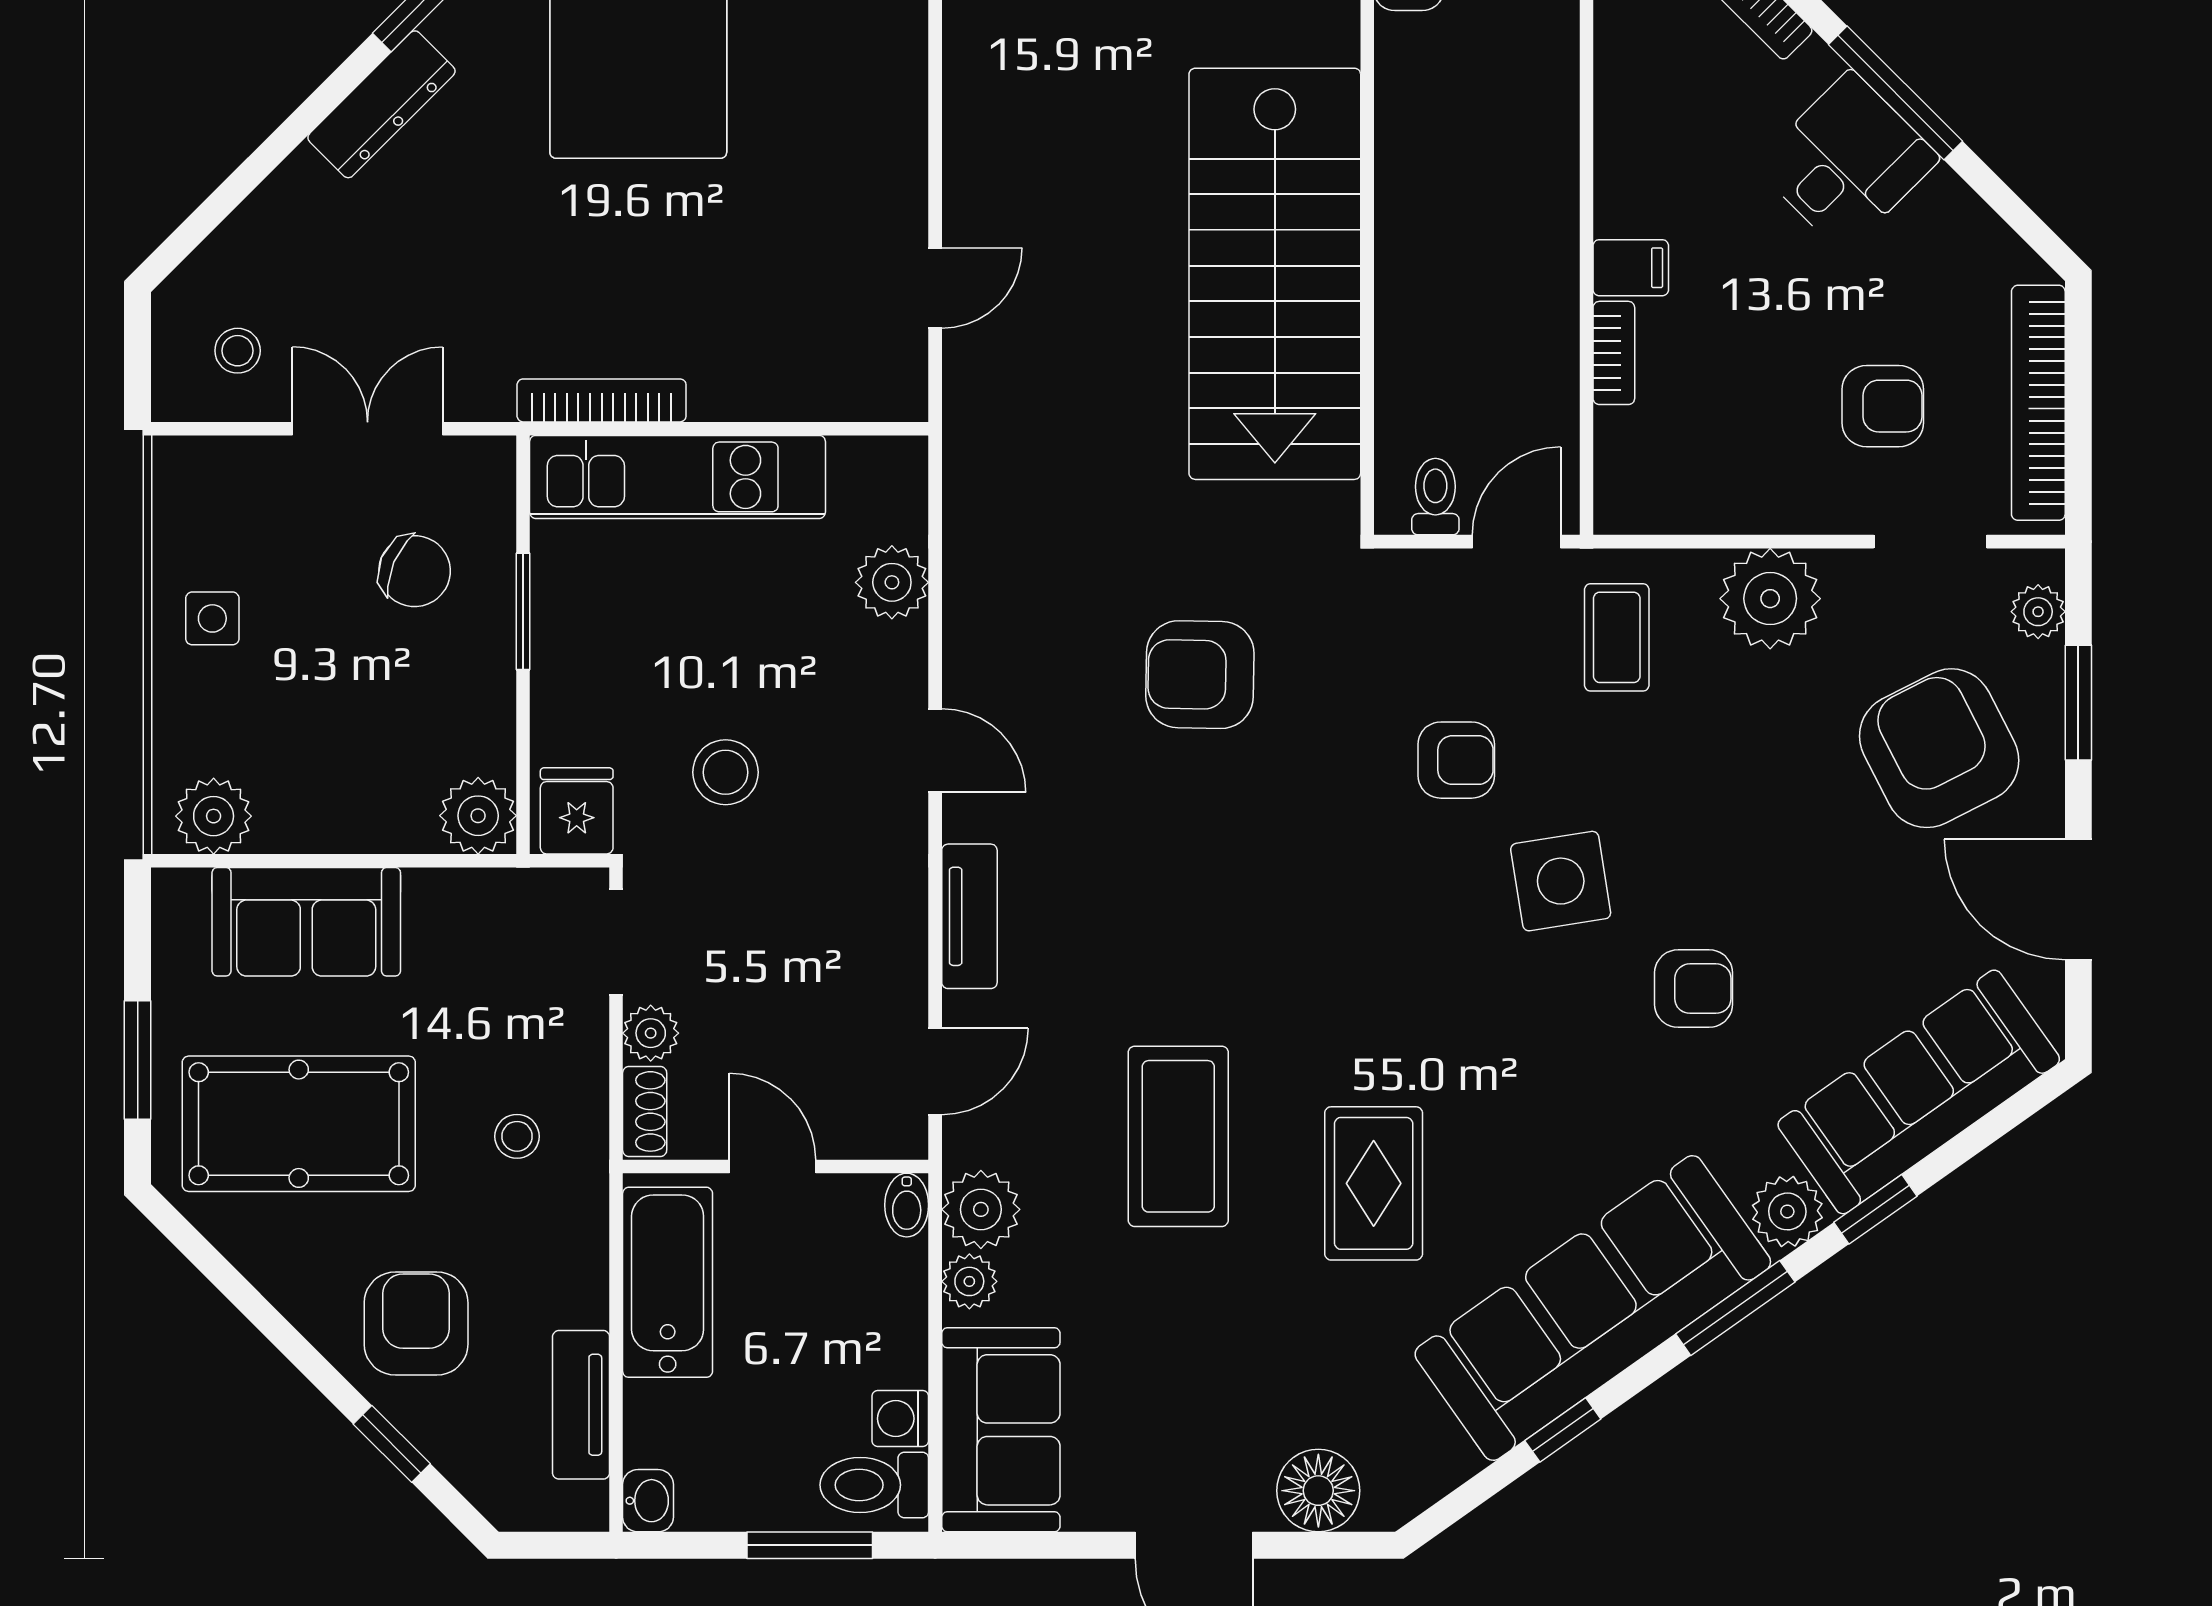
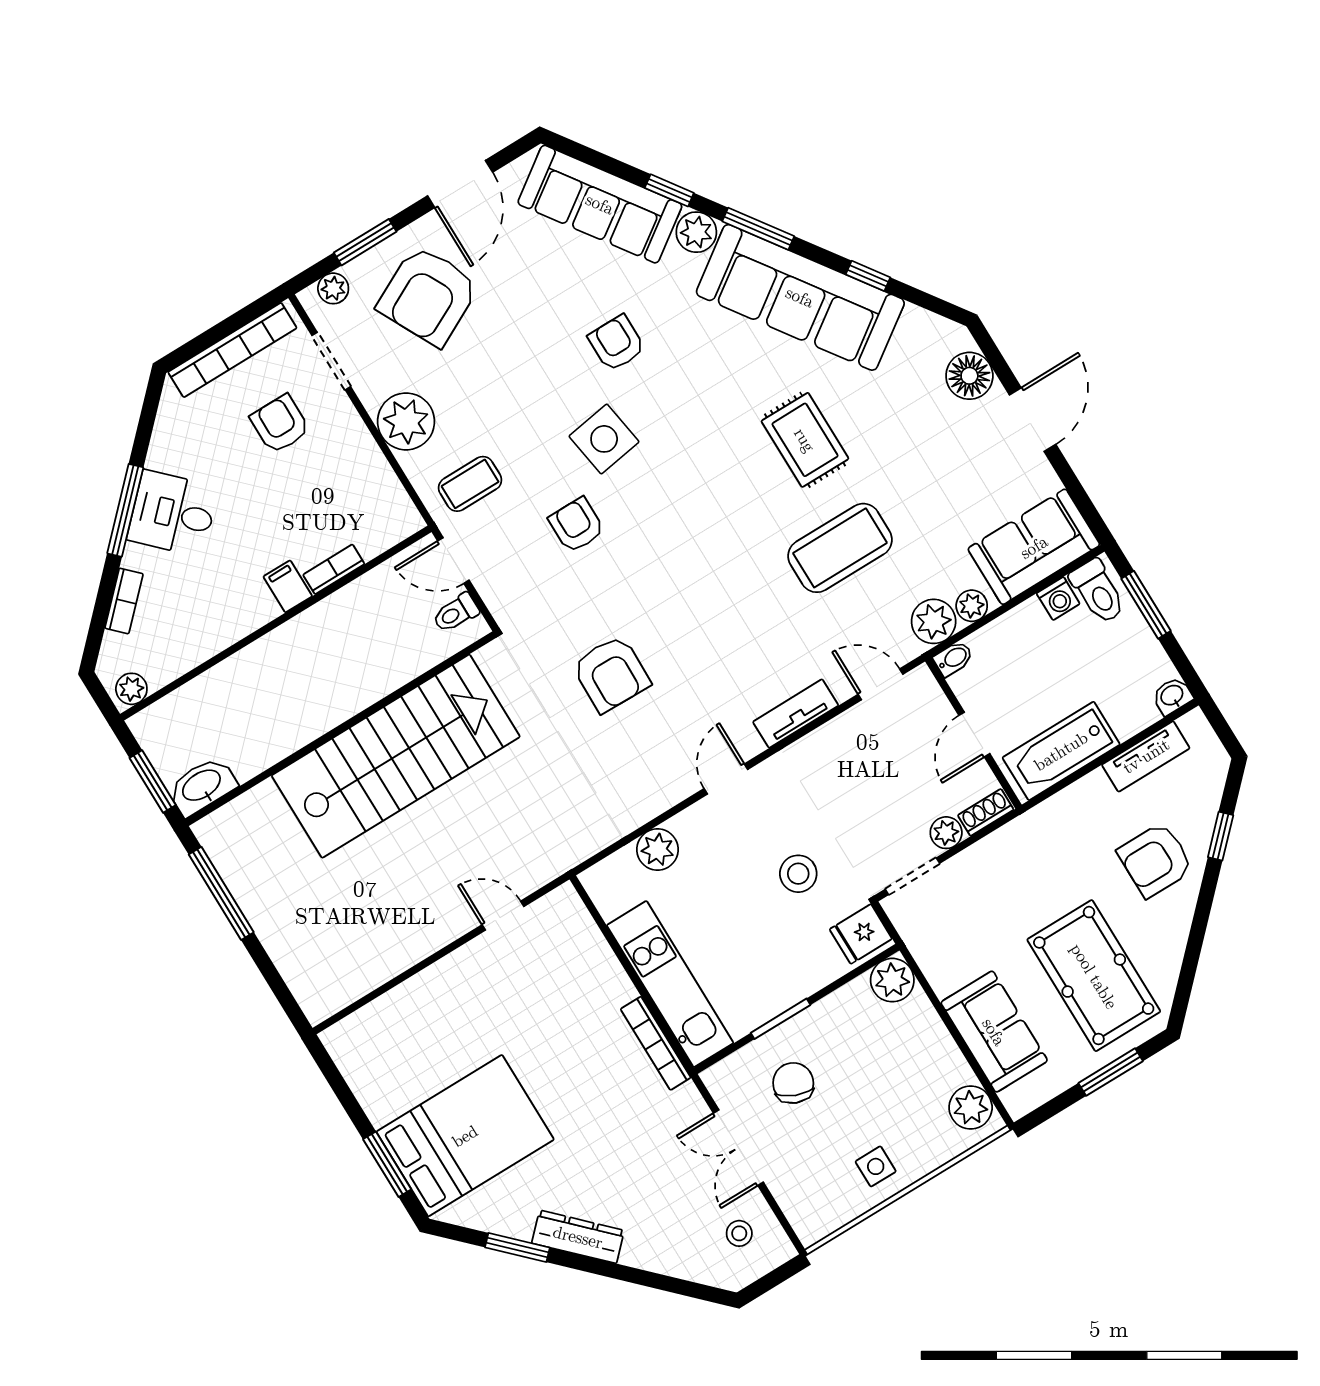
stool: (517, 1136) -> (1035, 867), removed
rug: (1374, 1183) -> (805, 440), turned 90

